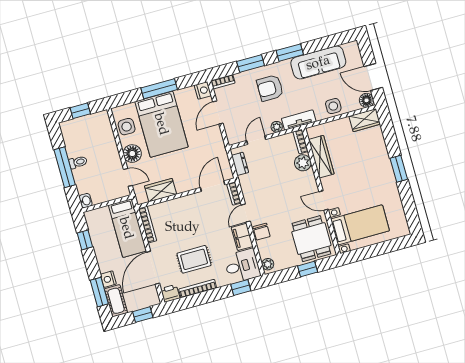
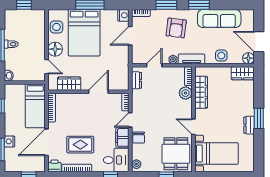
armchair: (270, 88) -> (176, 28), turned -83
dresser: (390, 180) -> (249, 125), added
door: (213, 186) -> (98, 92), moved
cot: (116, 301) -> (11, 160), removed

